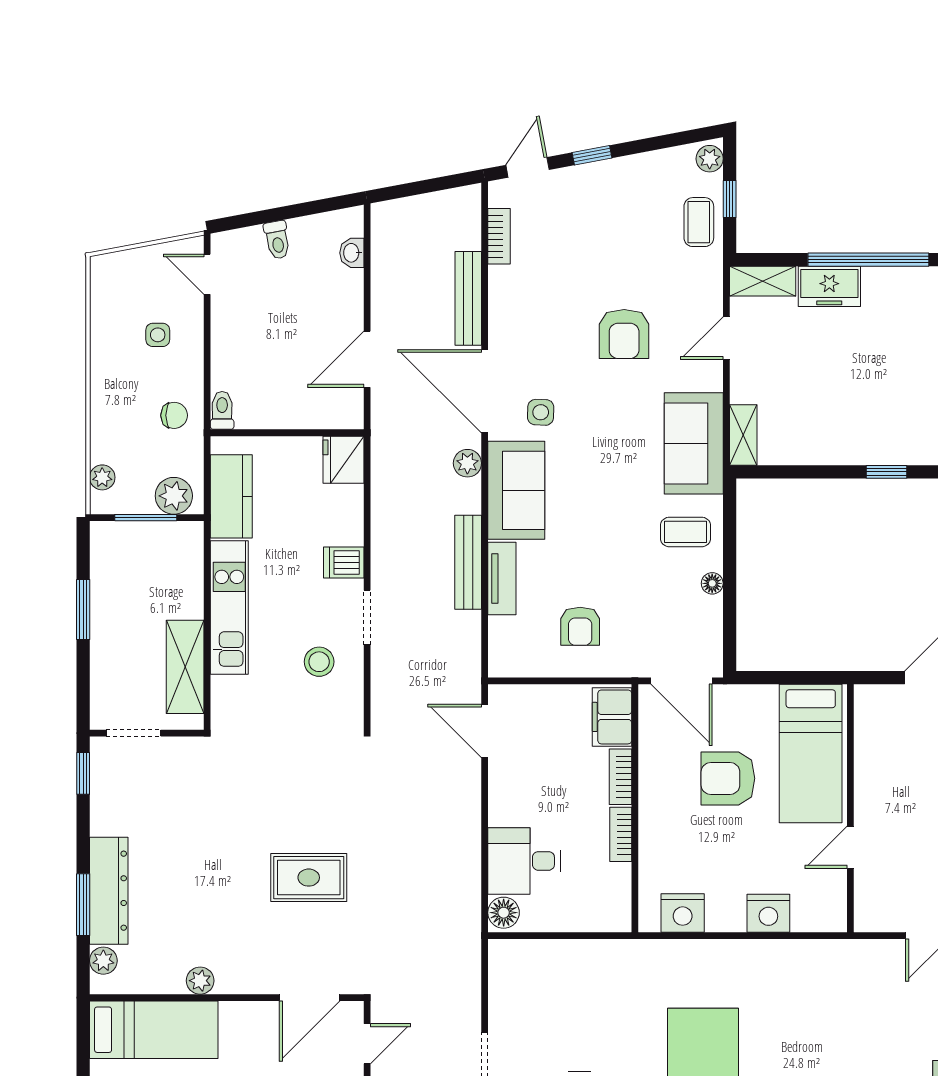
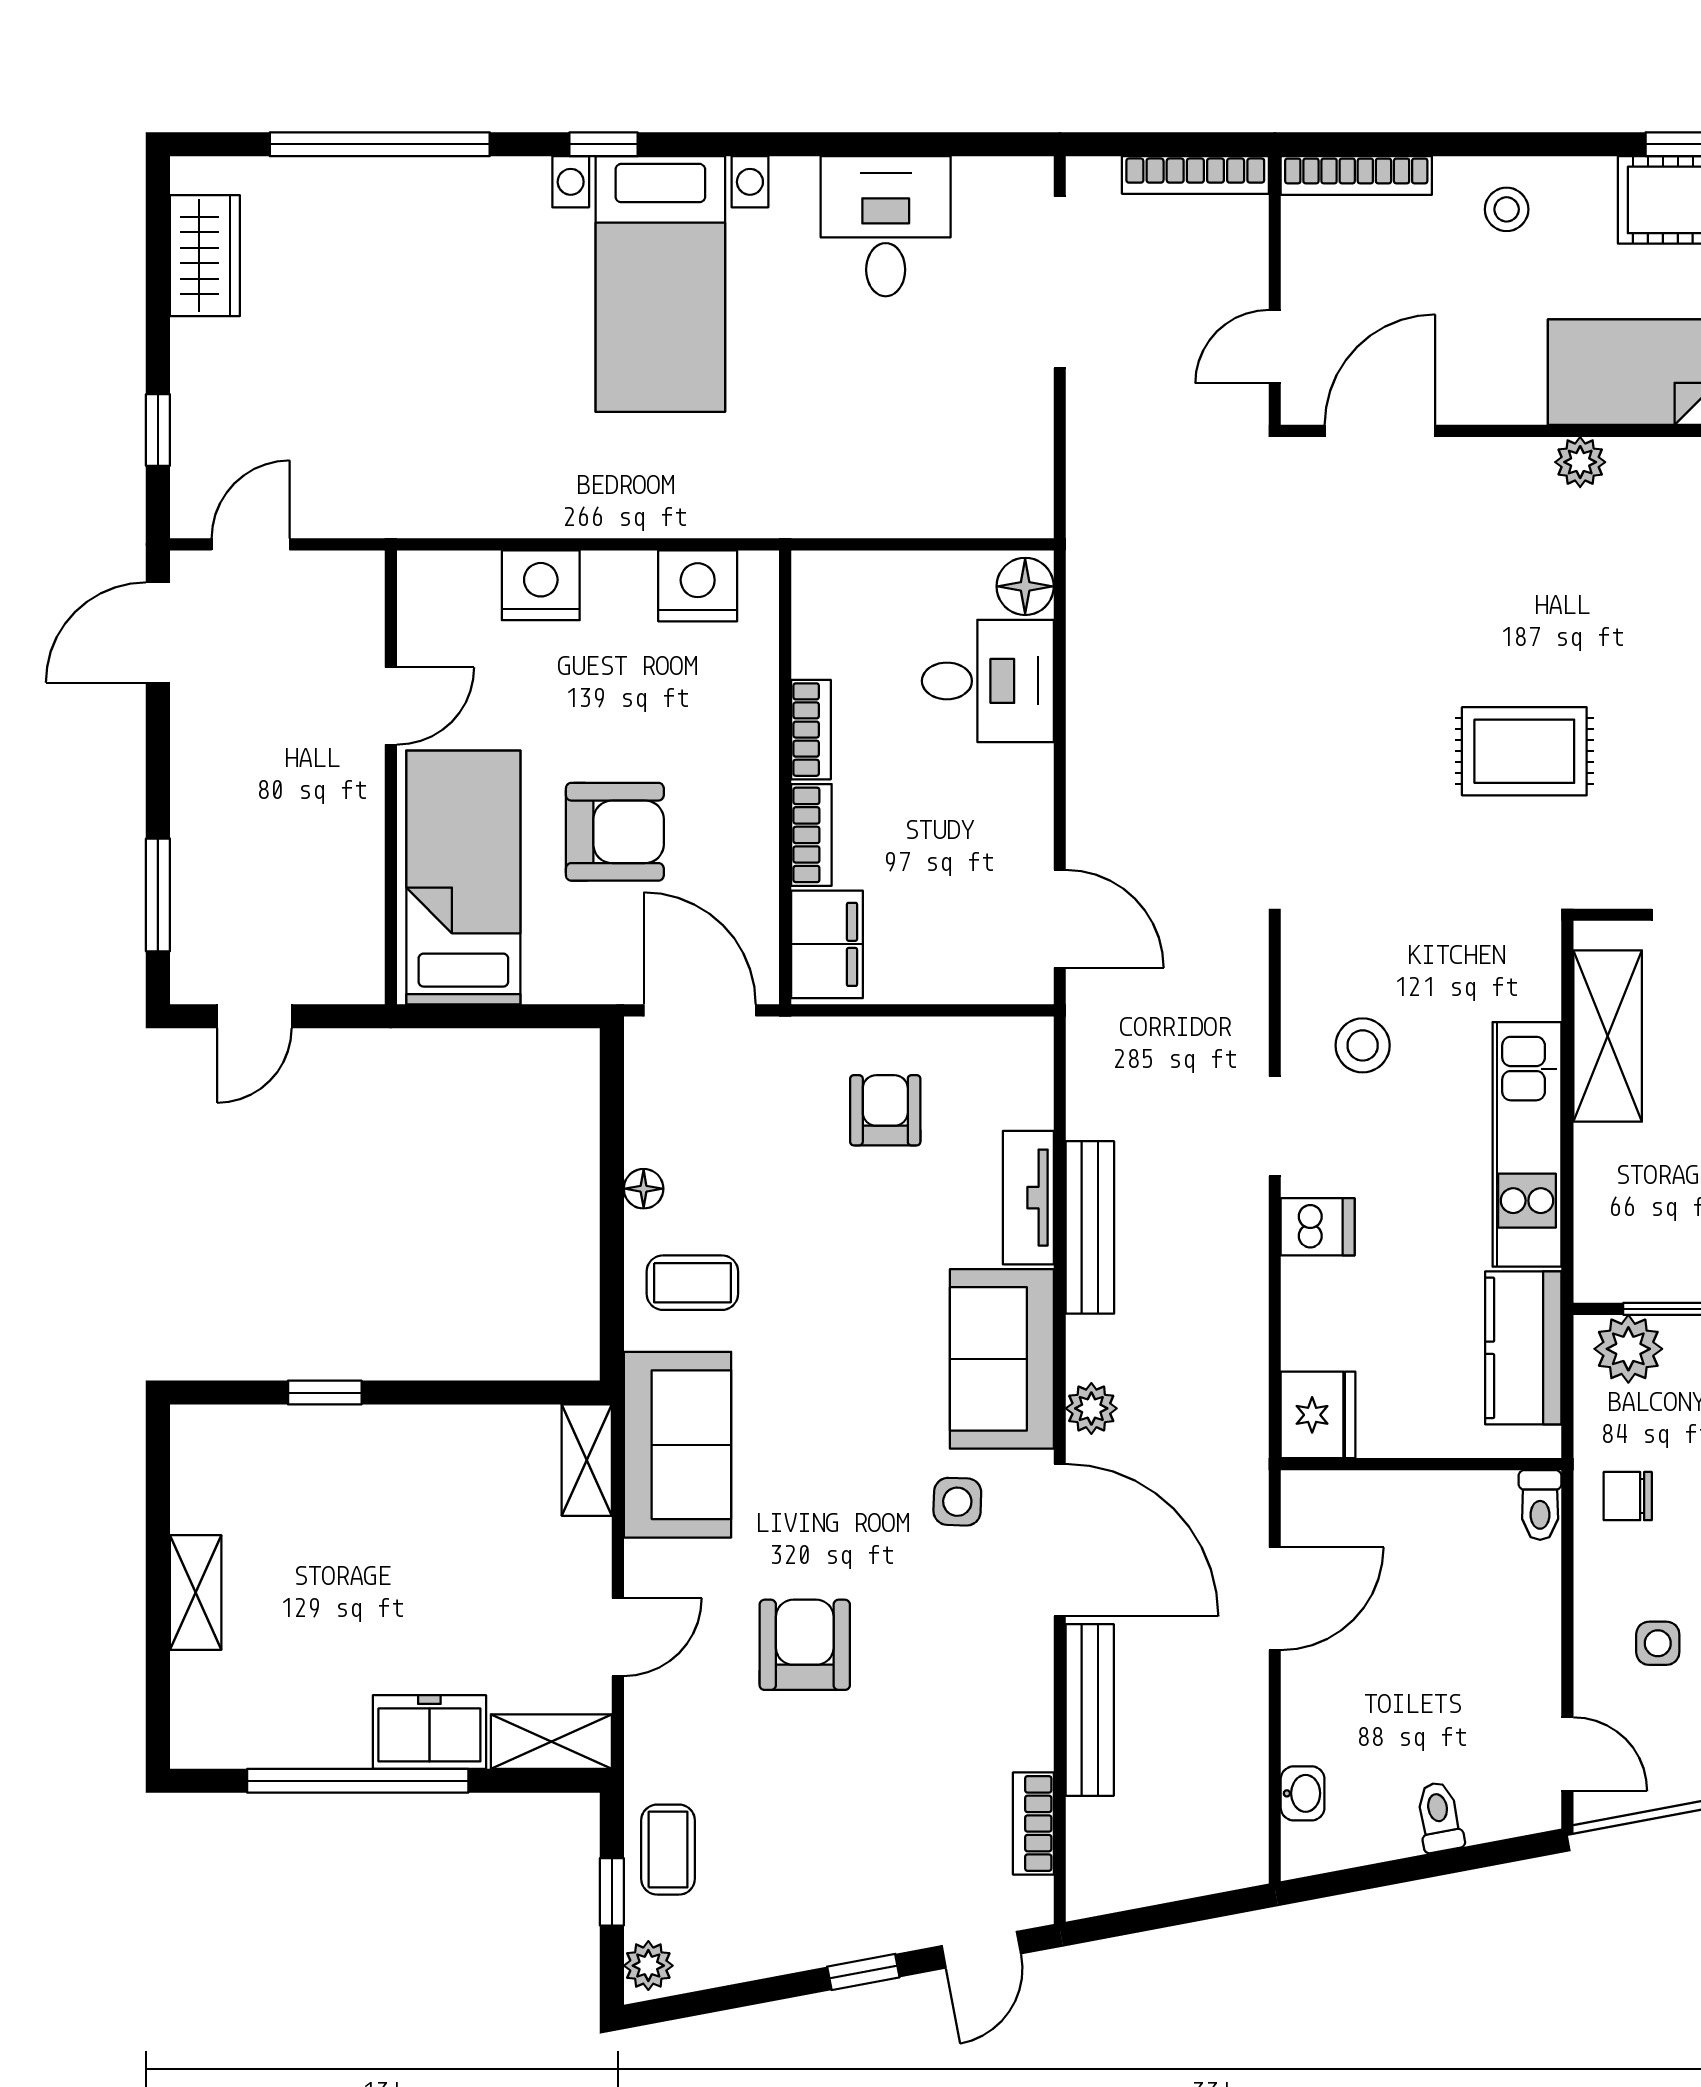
rug: (309, 878) -> (1524, 751), moved

